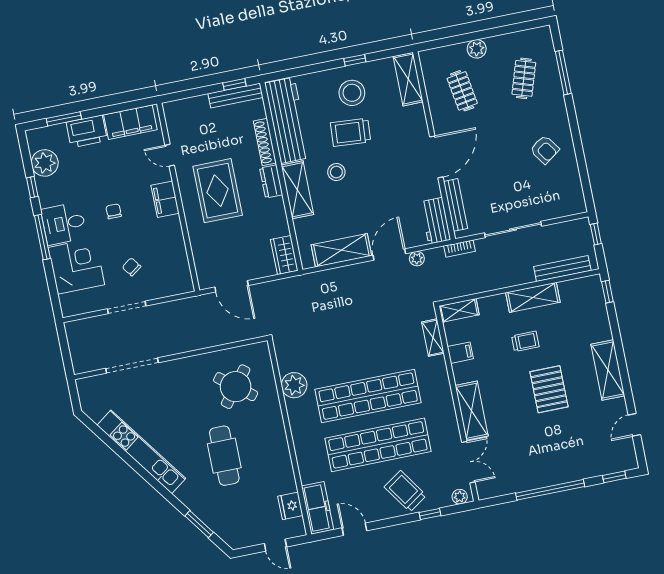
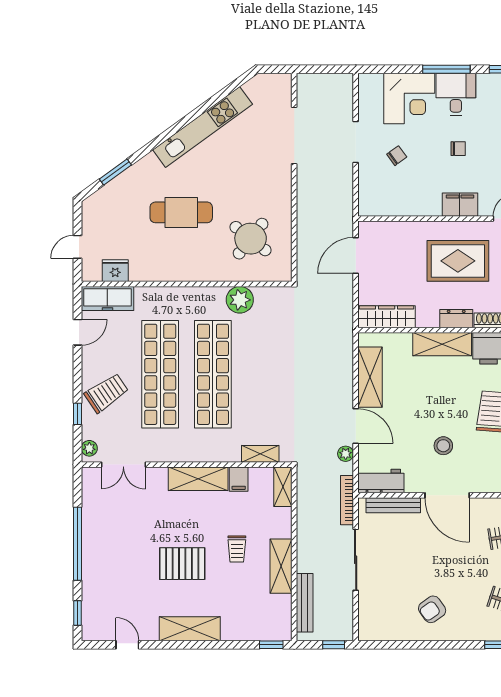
stool: (336, 172) -> (443, 446), moved
bookcase: (459, 249) -> (347, 500), width x1.56
wardrobe: (284, 255) -> (387, 317), width x1.50
shelving: (472, 411) -> (198, 479), moved

